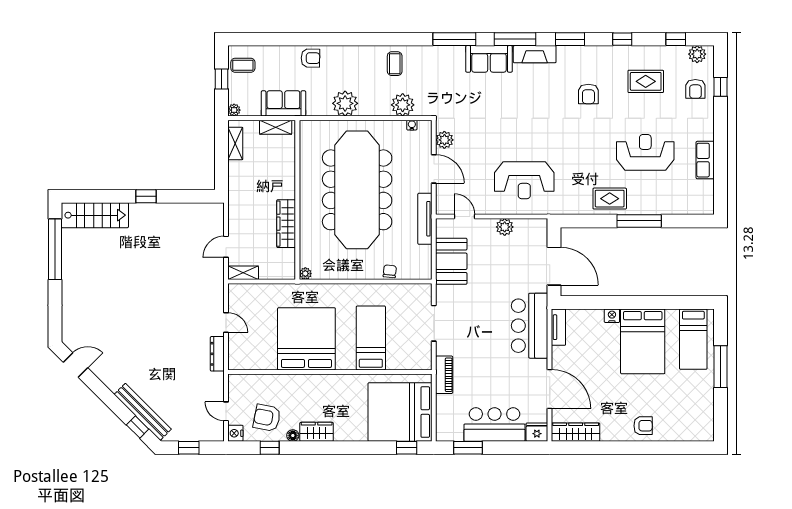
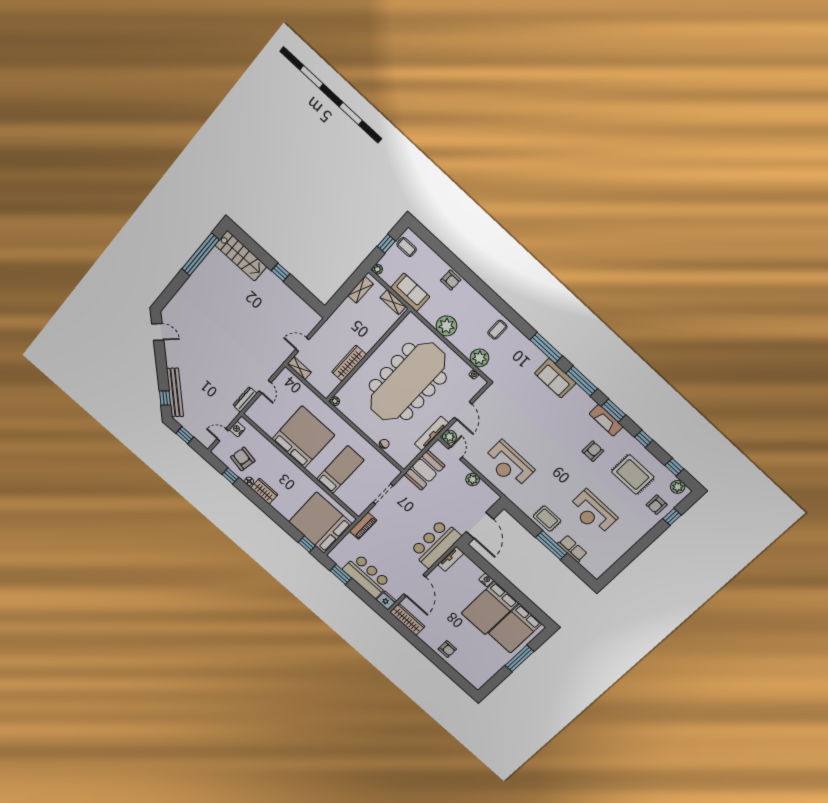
fireplace: (535, 54) -> (606, 420), moved
rug: (646, 81) -> (633, 475), width x1.36, depth x1.43
armchair: (588, 94) -> (593, 451), turned 180
plant: (444, 140) -> (450, 437), moved
reception desk: (645, 152) -> (592, 513), turned 180
row of seats: (705, 160) -> (572, 549), moved, turned 90
bed: (693, 339) -> (515, 628), width x1.50
door: (226, 411) -> (223, 435), hinge flipped
nightstand: (235, 433) -> (237, 429), moved

